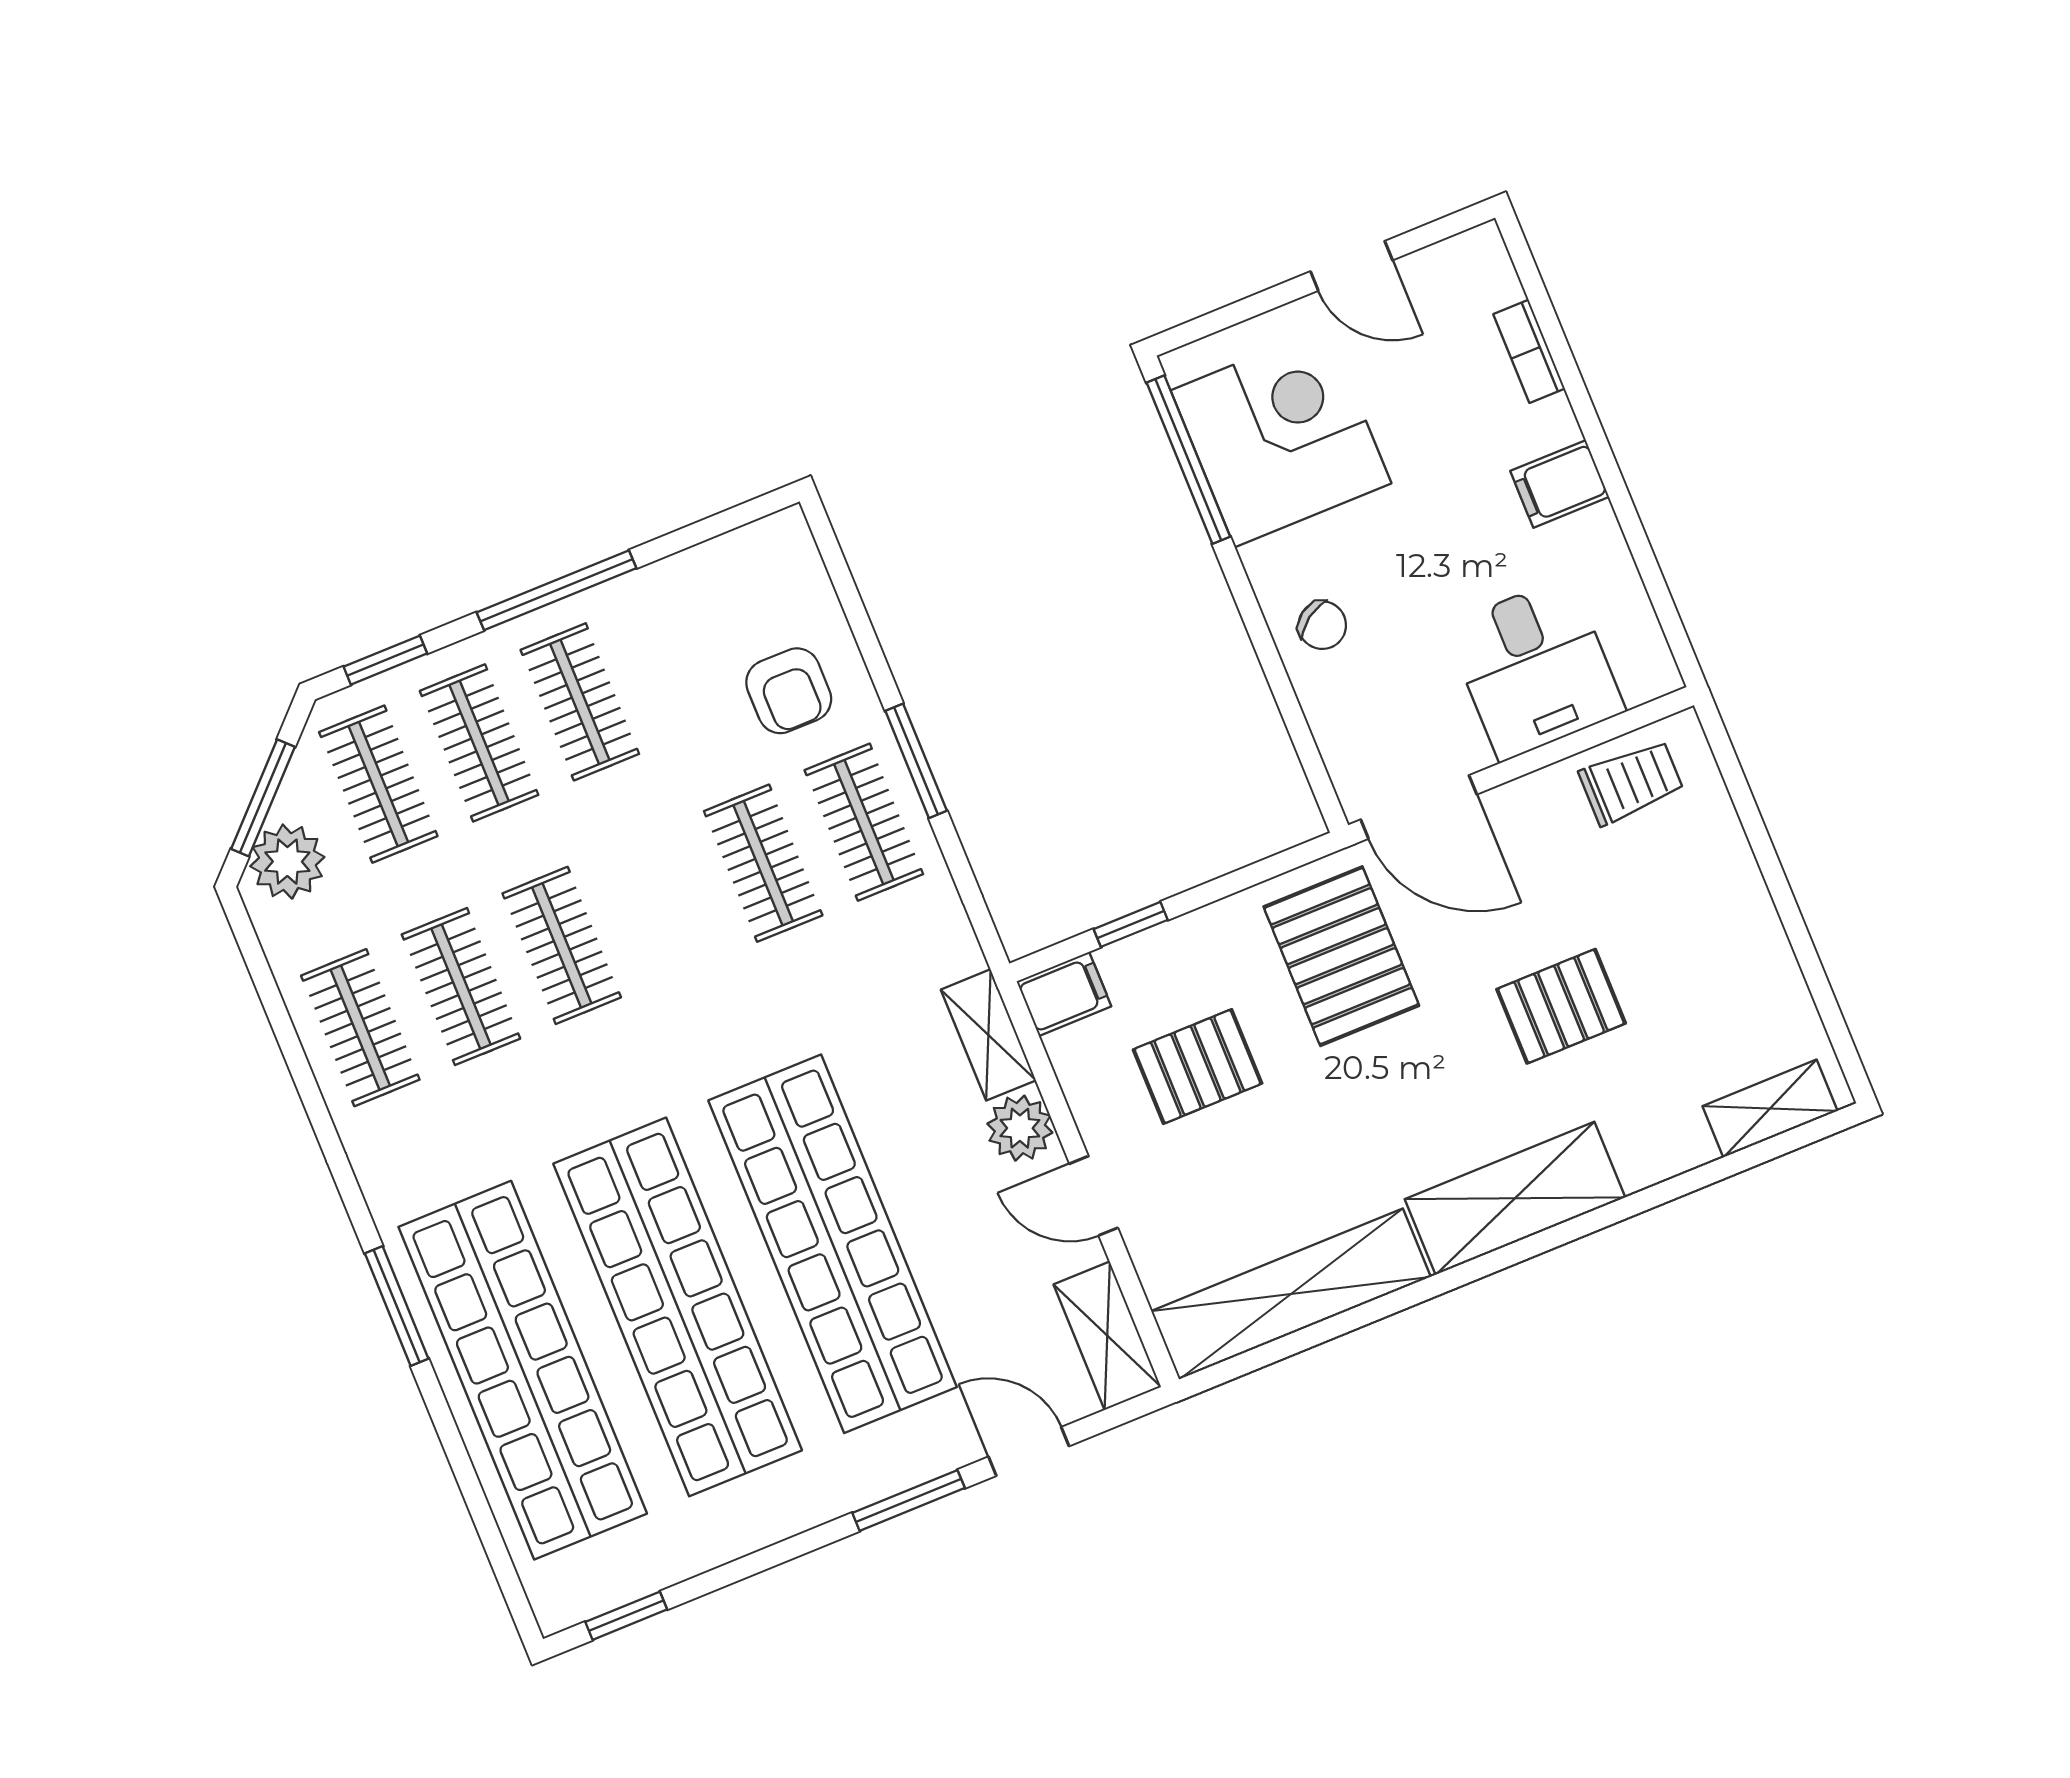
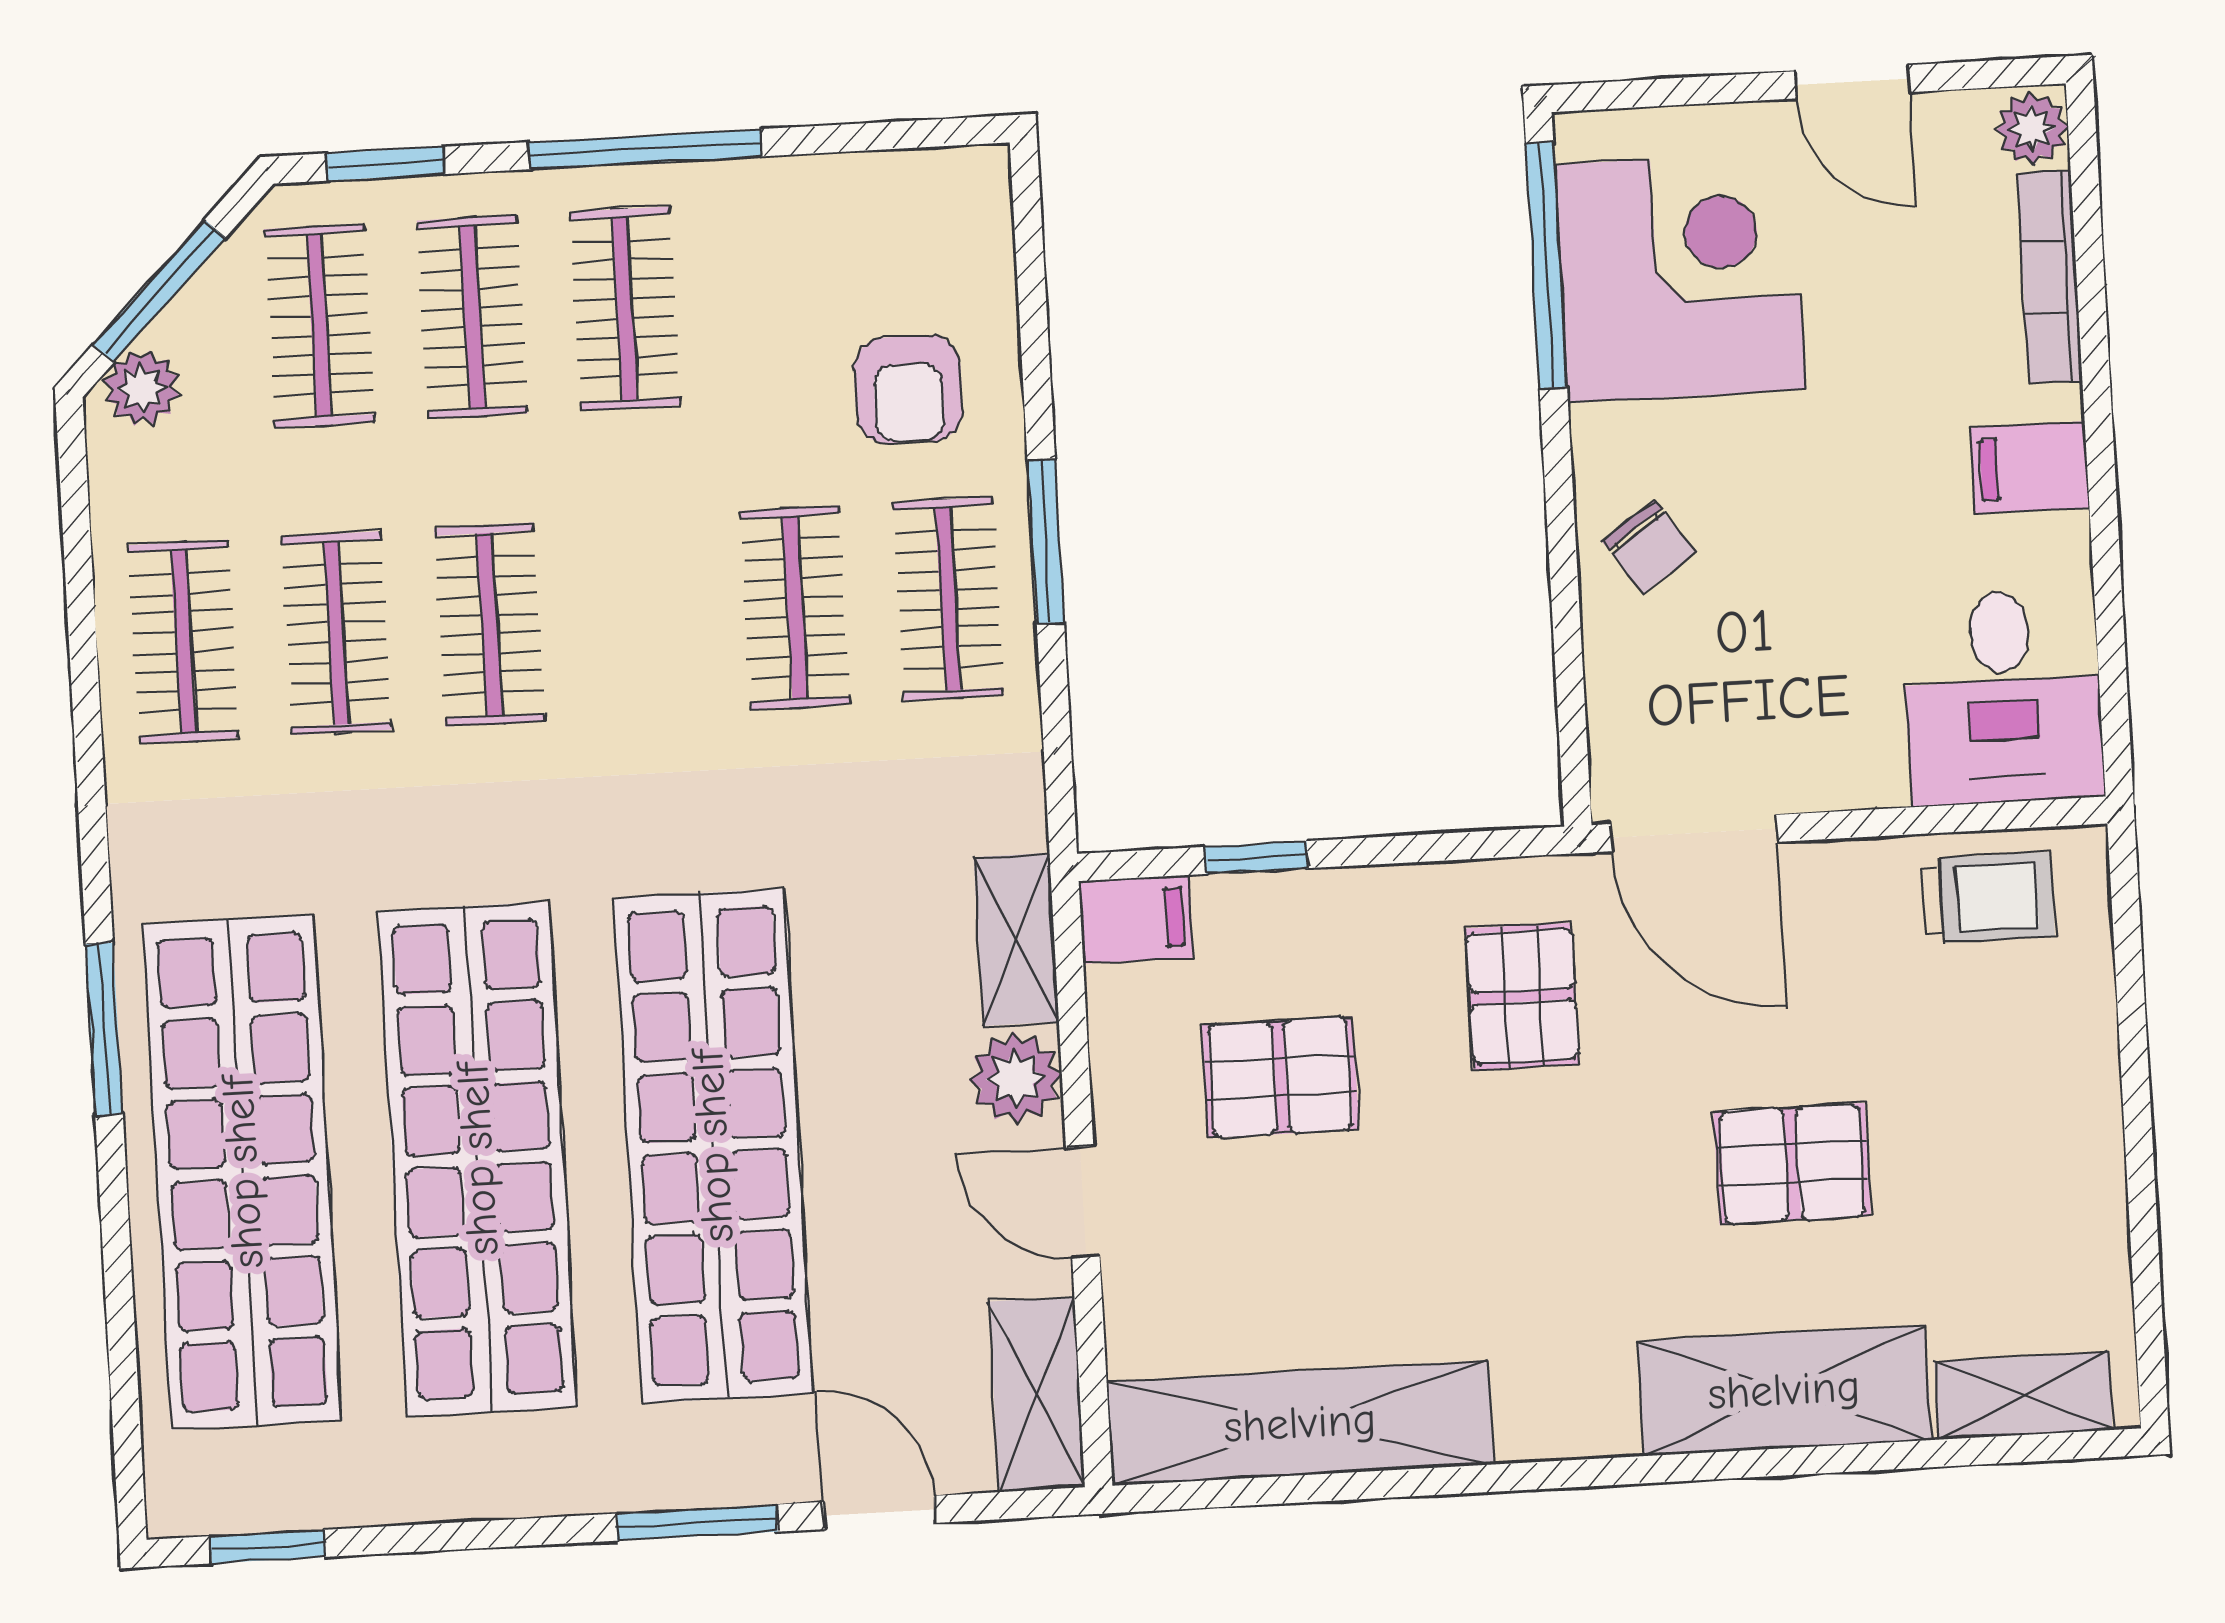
plant: (1483, 256) -> (2032, 129), added
bookcase: (1529, 351) -> (2050, 277), width x1.56
desk: (1535, 669) -> (2003, 697), moved
plant: (287, 862) -> (142, 388), width x0.73, depth x0.73
pallet: (1341, 956) -> (1522, 996), width x0.67, depth x0.71
shelving: (1515, 1198) -> (1784, 1390), moved

